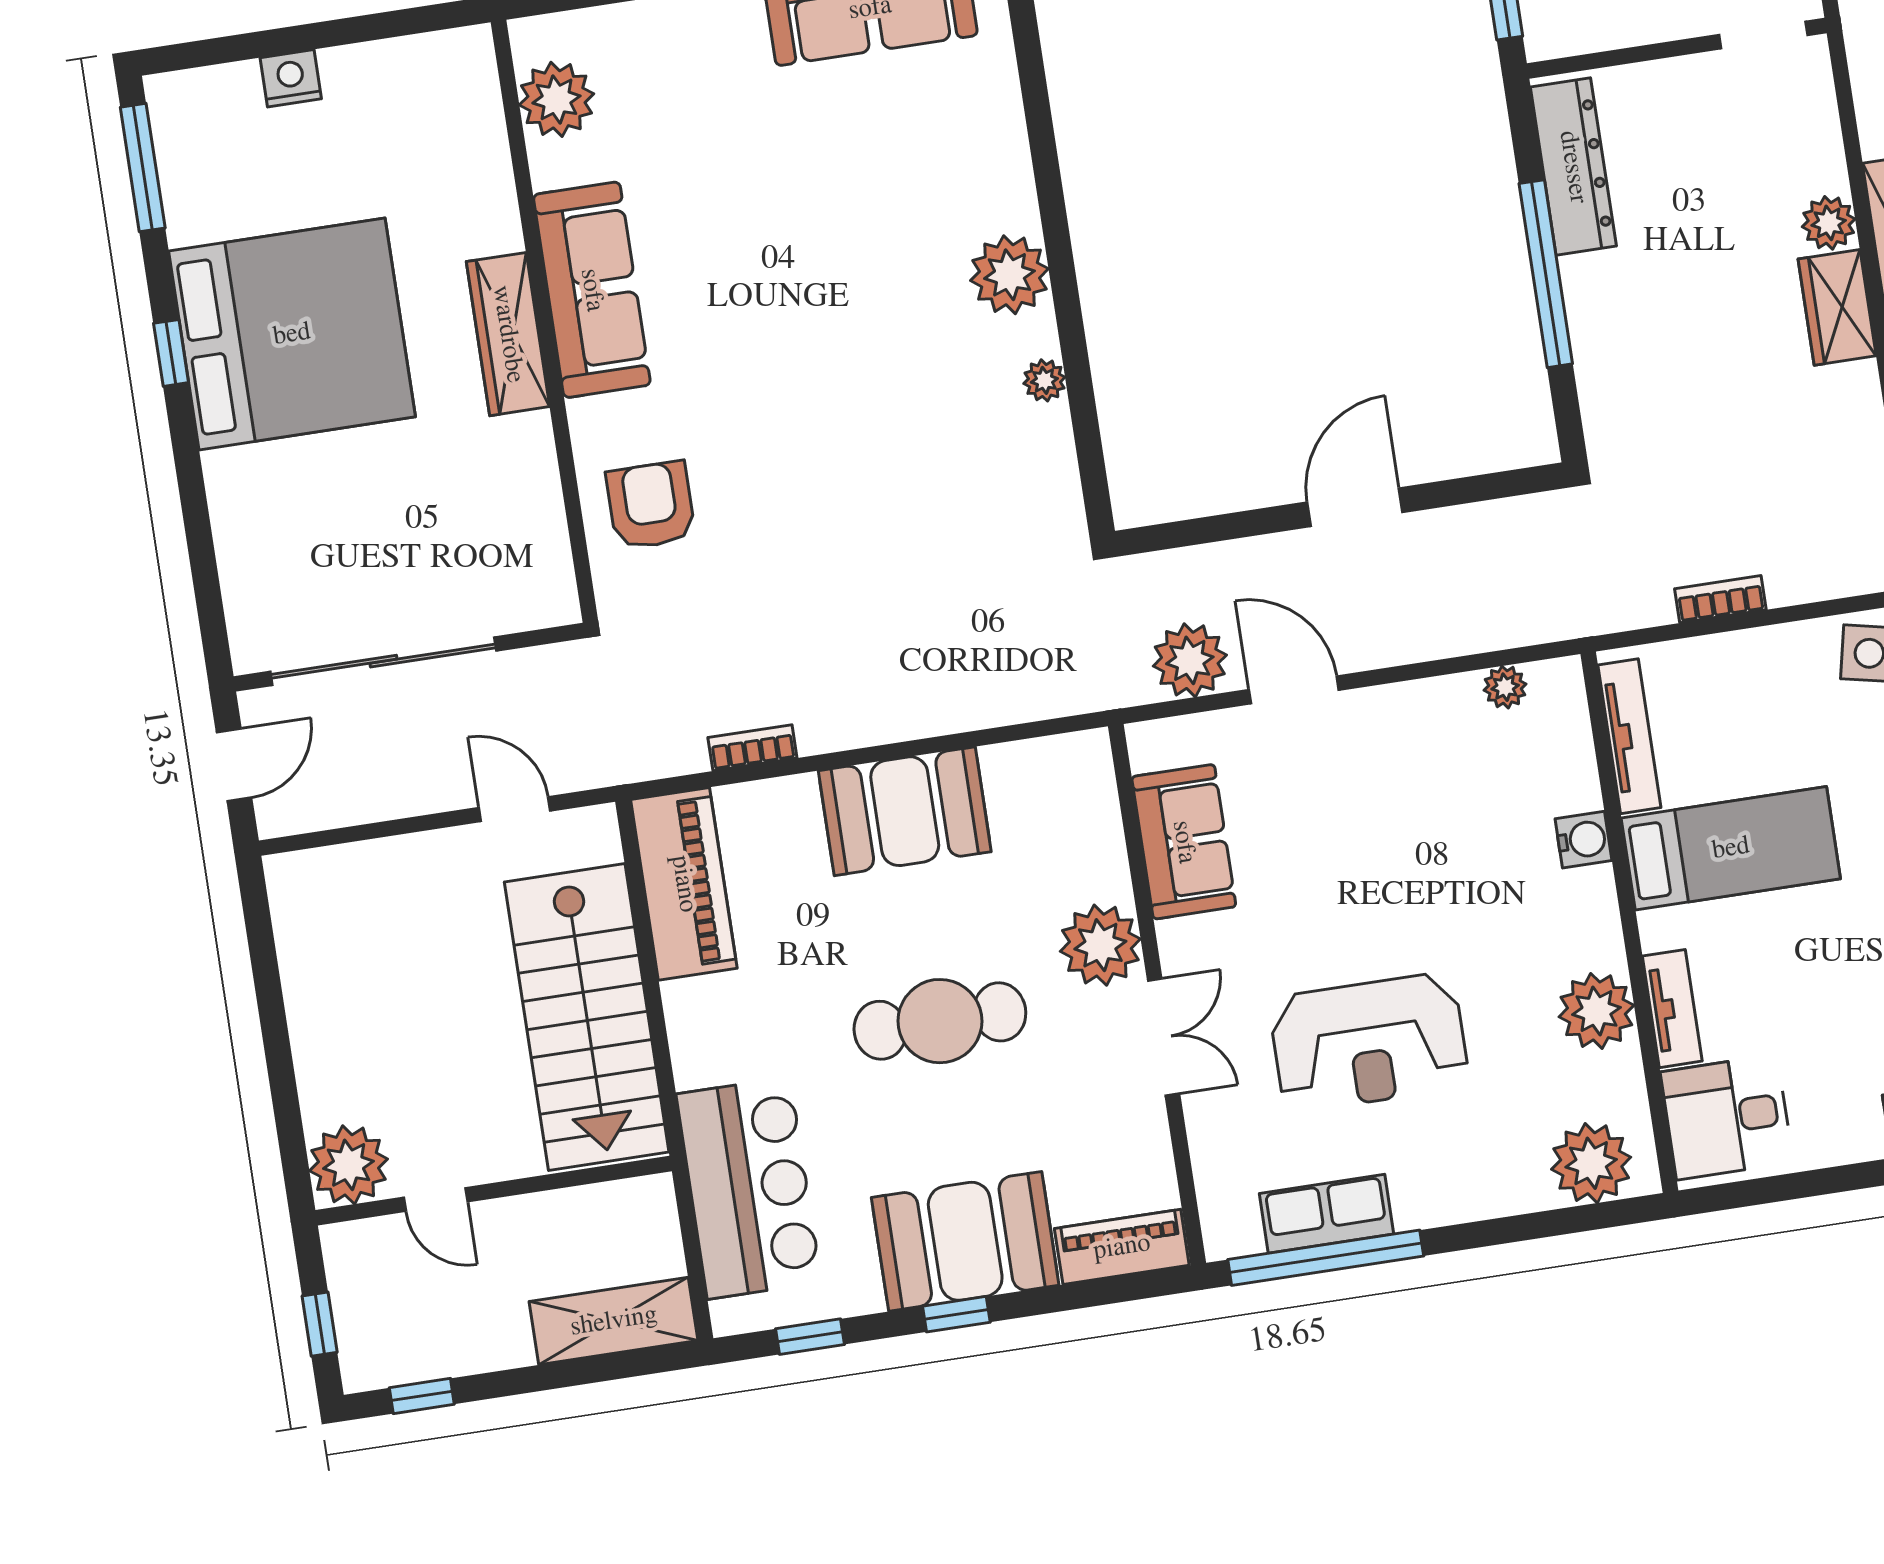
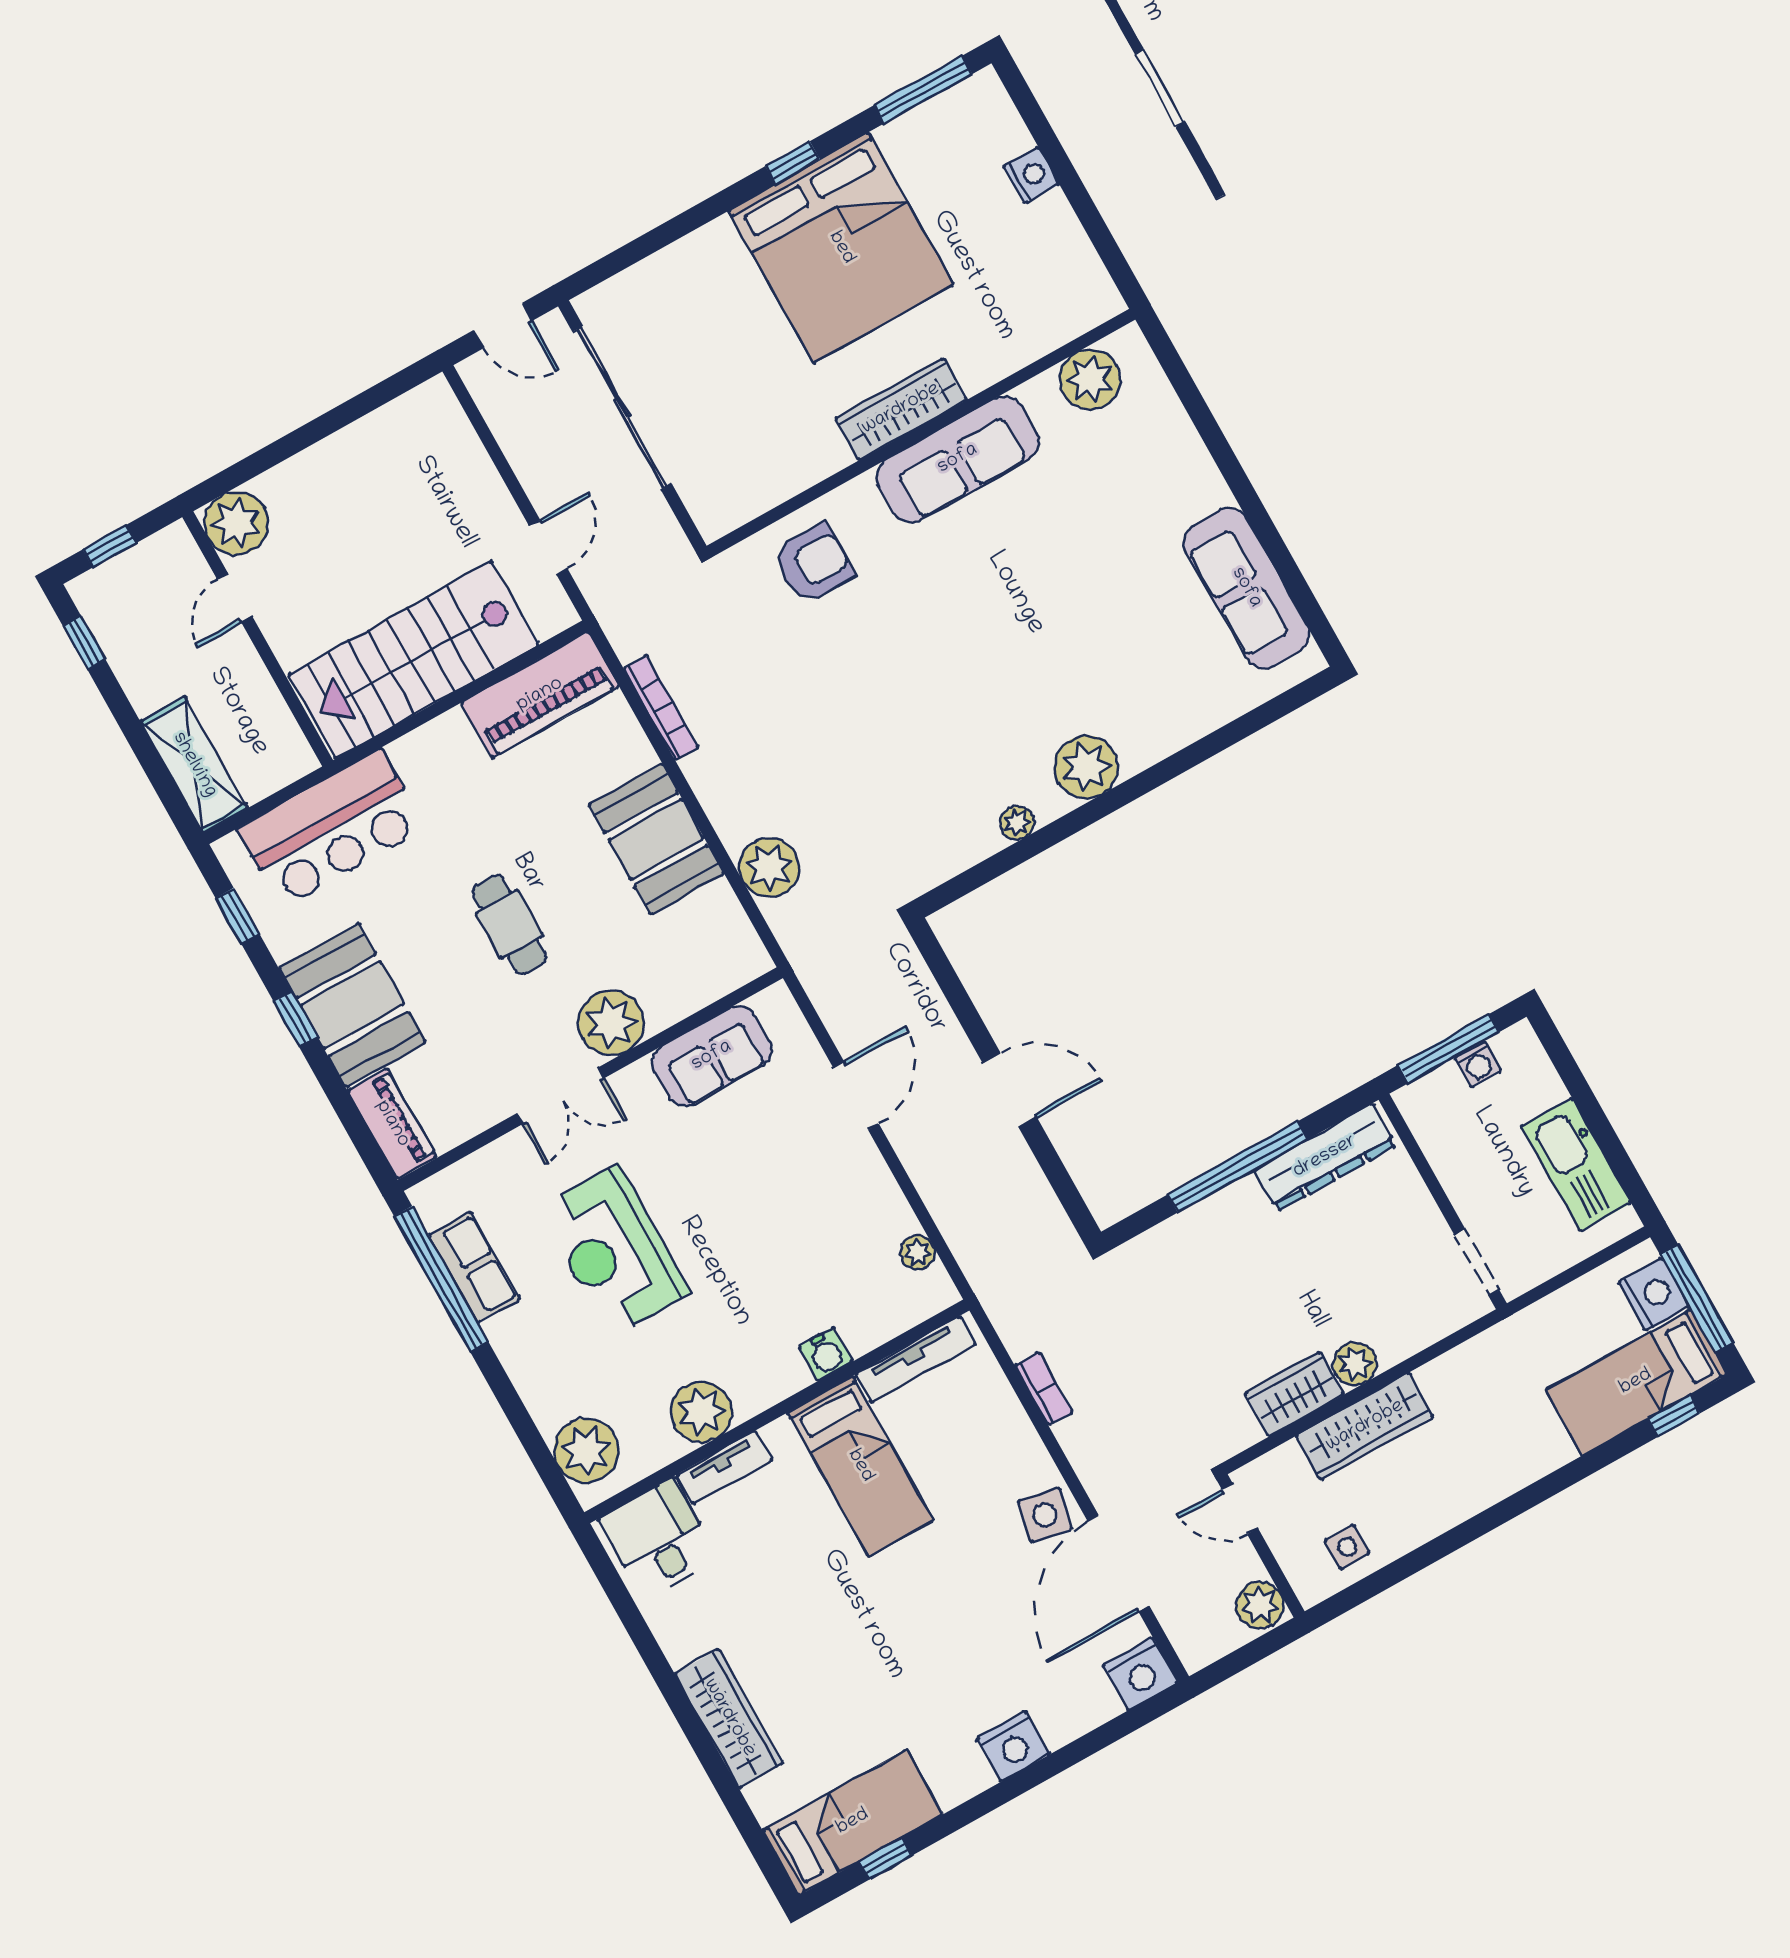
plant: (1190, 660) -> (769, 867), moved
bookcase: (752, 748) -> (661, 708), width x1.56
cafe table: (940, 1021) -> (510, 924), width x0.73, depth x0.74

